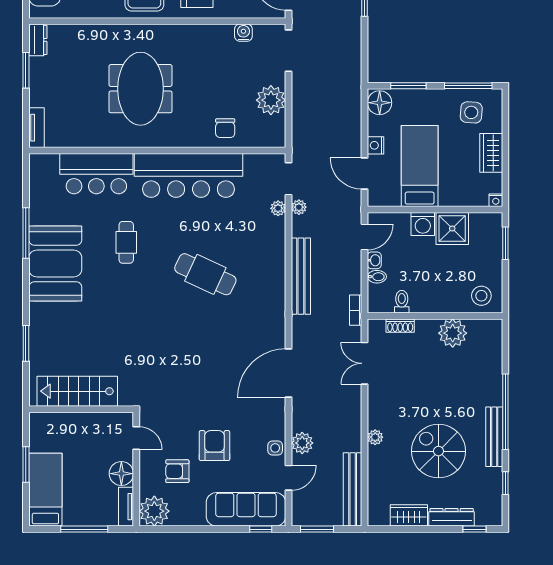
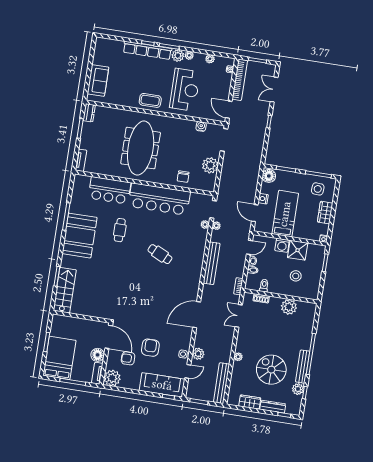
meeting table: (140, 89) -> (141, 148), width x1.36
cafe table: (205, 274) -> (160, 254), width x0.73, depth x0.74
stool: (481, 296) -> (296, 276), moved
stairs: (77, 391) -> (65, 290), moved, turned 90
door: (136, 438) -> (109, 337), width x1.87
plant: (492, 479) -> (298, 389), added
bed: (45, 490) -> (59, 358), width x1.50

